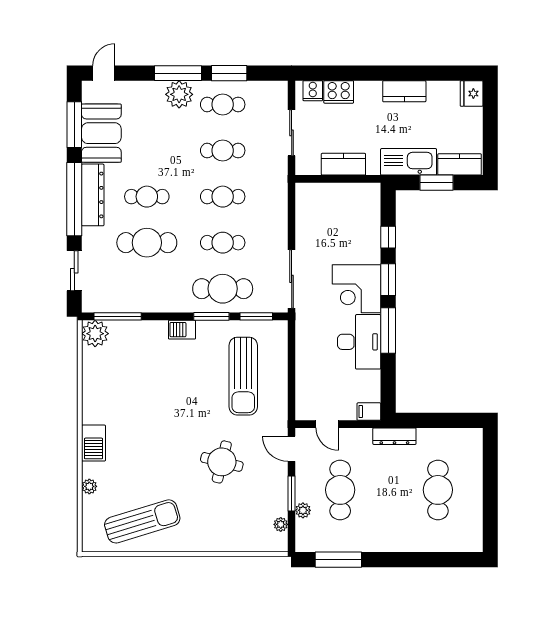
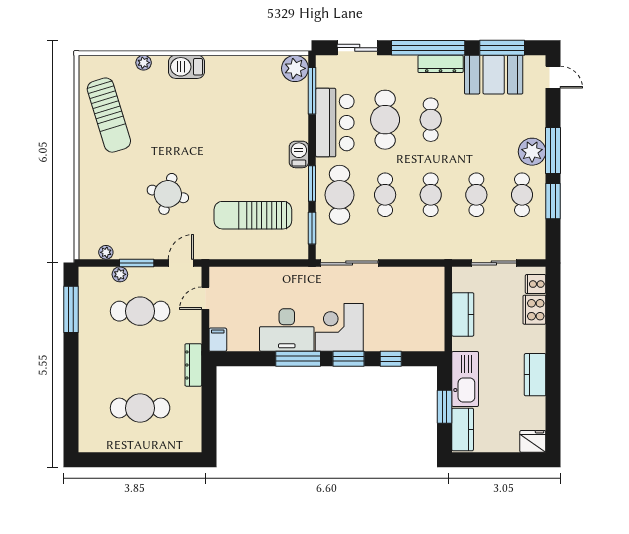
dresser: (93, 195) -> (441, 64), width x0.73, depth x0.80
bar counter: (150, 293) -> (335, 123), added

